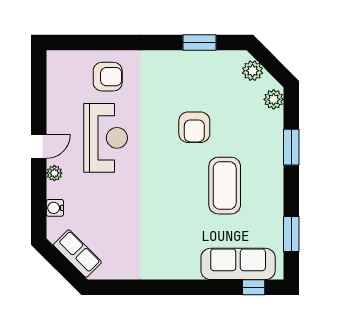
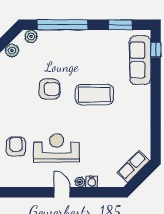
window: (291, 147) -> (63, 25), width x2.11
coffee table: (225, 186) -> (94, 95), moved
water cooler: (55, 208) -> (92, 182), moved

